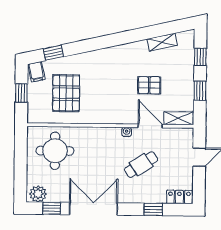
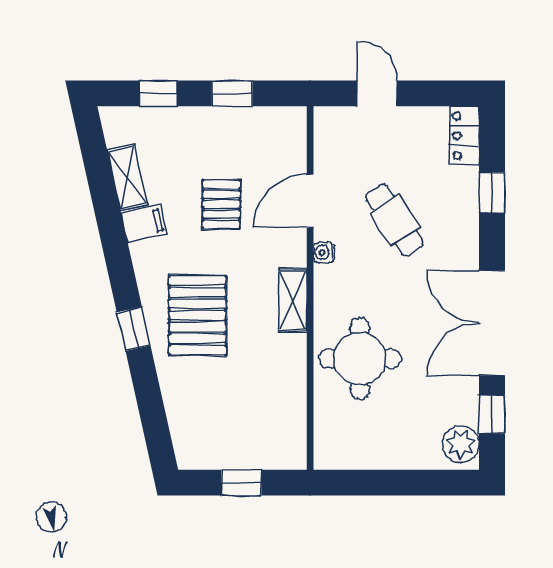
window: (53, 53) -> (134, 329), moved
filing cabinet: (37, 72) -> (144, 223), moved
pallet: (66, 93) -> (198, 315), moved, turned 90
shelving: (178, 118) -> (293, 300), moved
round table: (55, 151) -> (360, 359), moved

